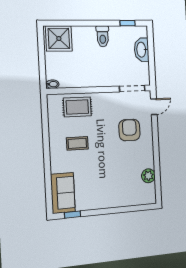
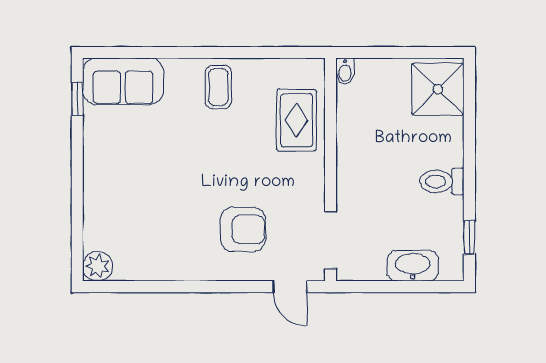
coffee table: (77, 143) -> (218, 87), moved
plant: (148, 176) -> (98, 266), moved

